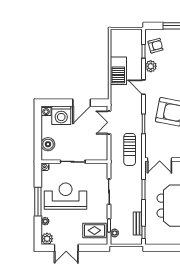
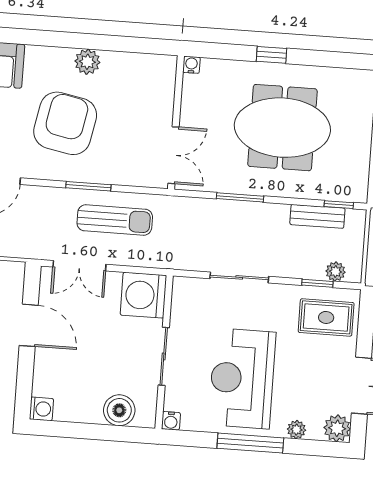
washing machine: (61, 115) -> (143, 295), moved, turned 180
sun lounger: (130, 149) -> (115, 220), moved
rug: (94, 230) -> (326, 317), turned 90

